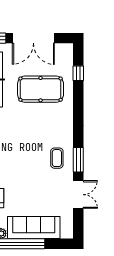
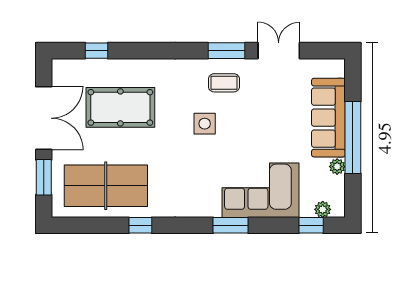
pool table: (41, 89) -> (120, 107), turned 90
side table: (30, 145) -> (205, 124), added

